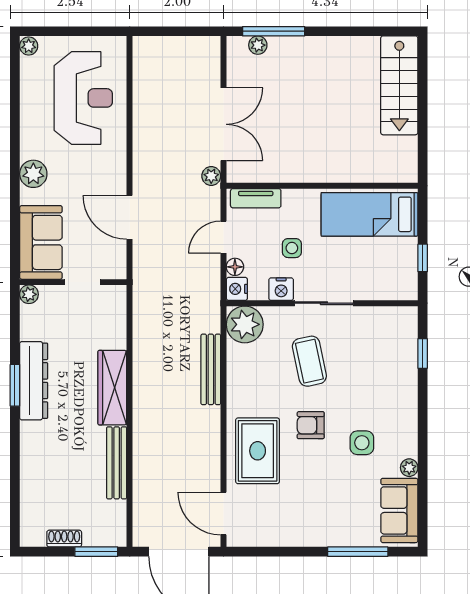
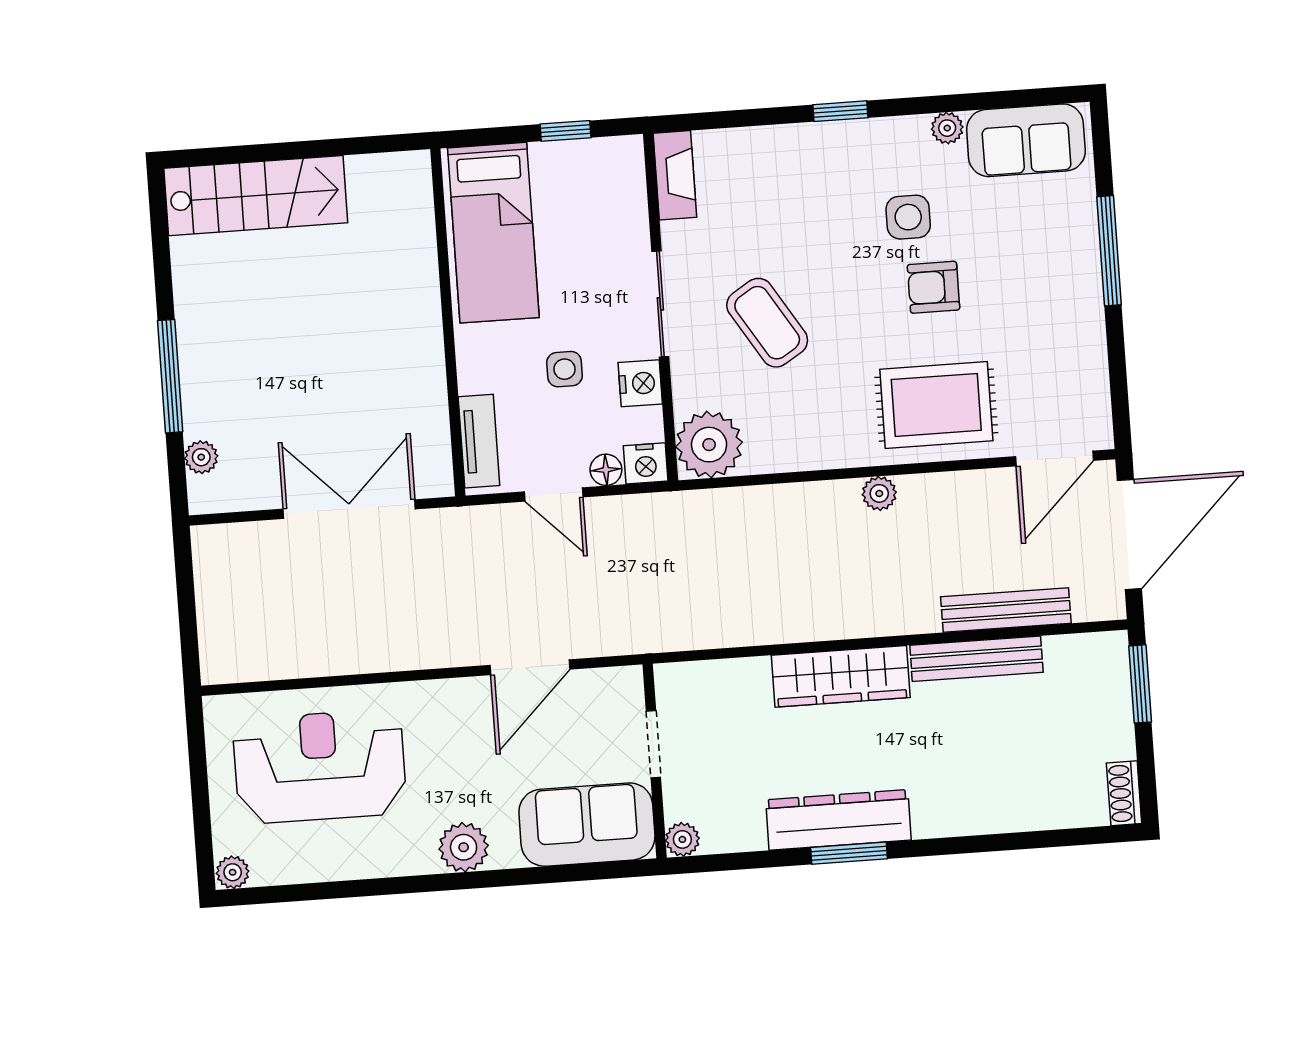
window: (274, 31) -> (170, 376), moved
plant: (211, 176) -> (879, 493), moved
fireplace: (394, 316) -> (675, 175), added
window: (423, 353) -> (840, 111), moved
coffee table: (309, 361) -> (767, 323), turned 70
bench: (211, 369) -> (1006, 610), moved
armchair: (311, 425) -> (933, 287), moved, turned 90
shoe rack: (64, 539) -> (1124, 793), moved
window: (358, 552) -> (1109, 251), moved

